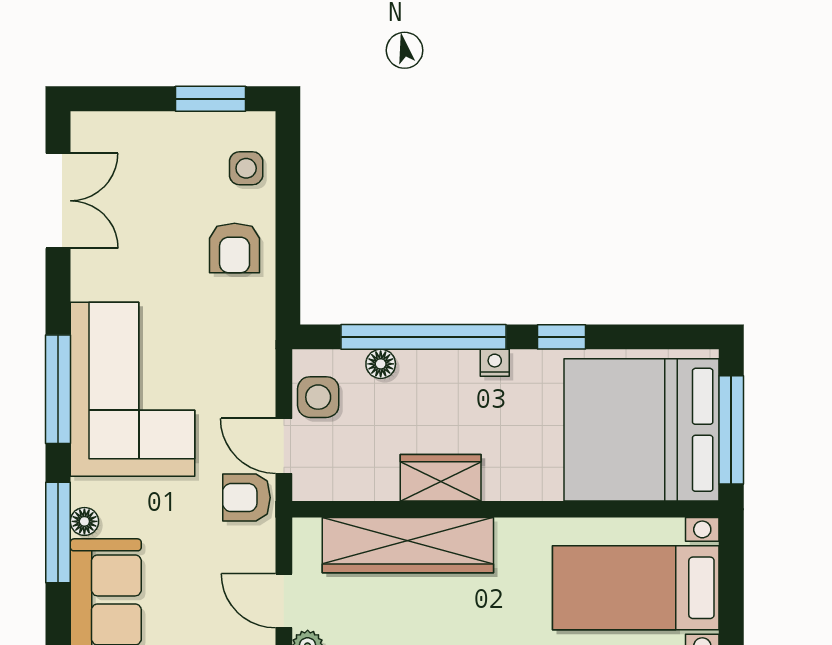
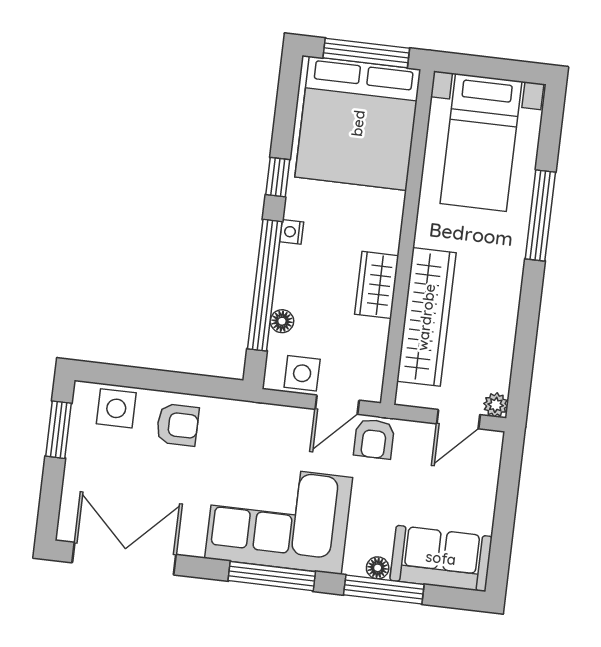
side table: (246, 168) -> (116, 408), width x1.37, depth x1.37
double door: (58, 201) -> (124, 559), width x1.37

